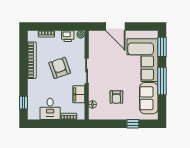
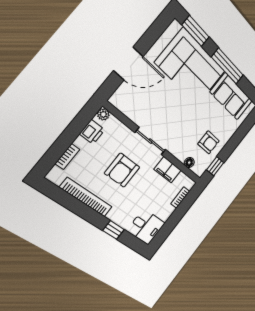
armchair: (60, 68) -> (122, 170), turned -71
armchair: (116, 97) -> (209, 142), moved
window: (24, 103) -> (114, 230), moved
desk: (50, 109) -> (146, 227), moved
window: (133, 124) -> (215, 166), moved

